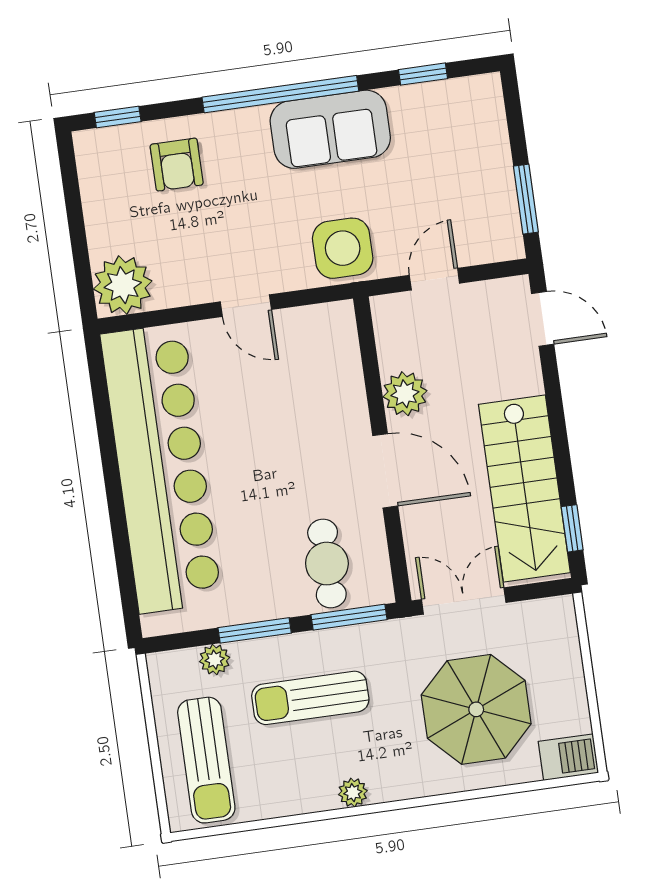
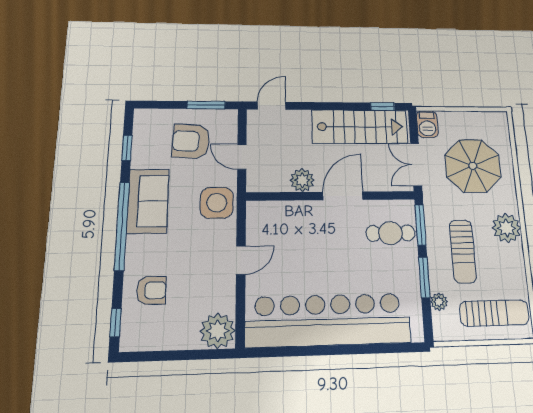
armchair: (451, 184) -> (191, 141), added
barbecue: (568, 757) -> (427, 124), moved, turned 180
plant: (353, 793) -> (507, 228), width x1.88, depth x1.88

